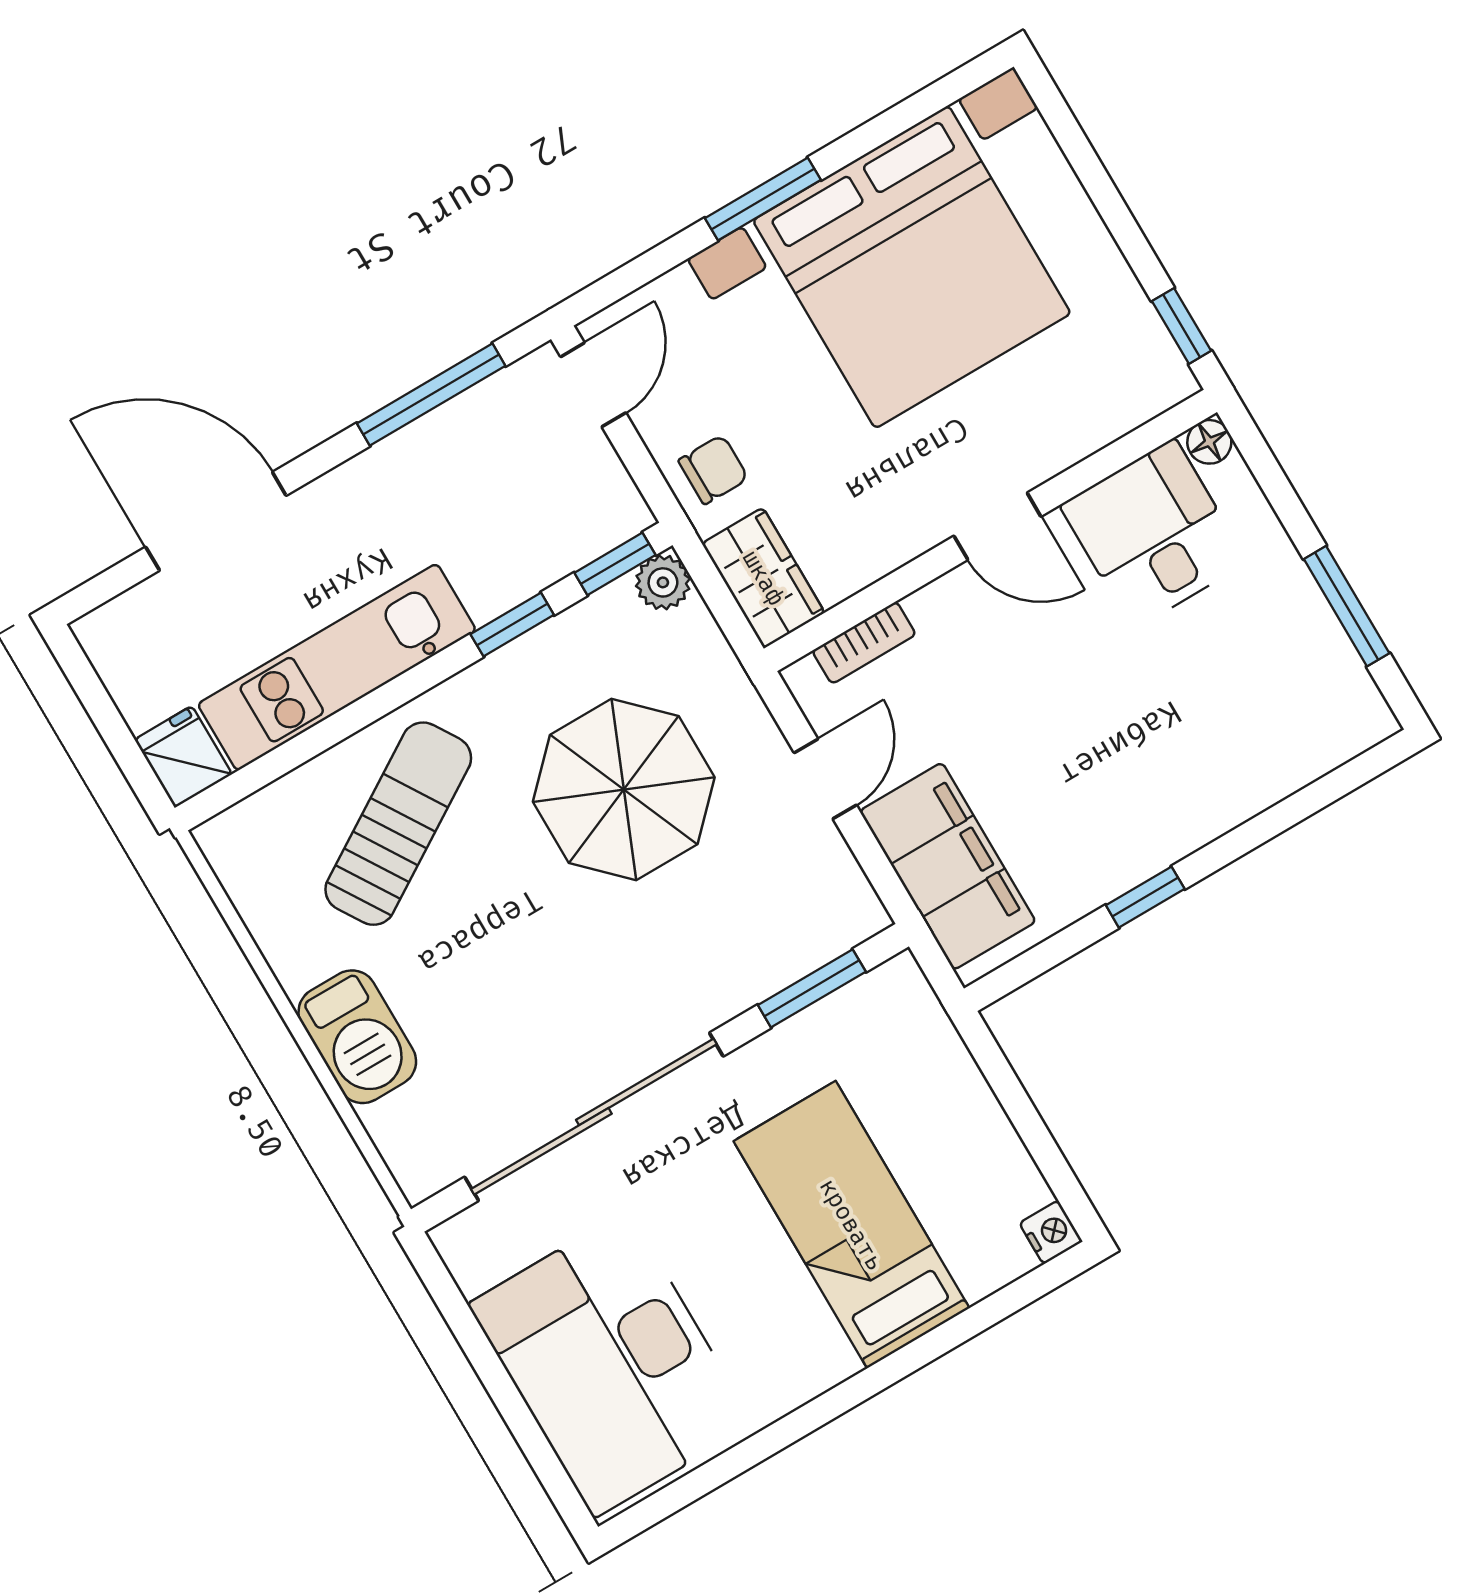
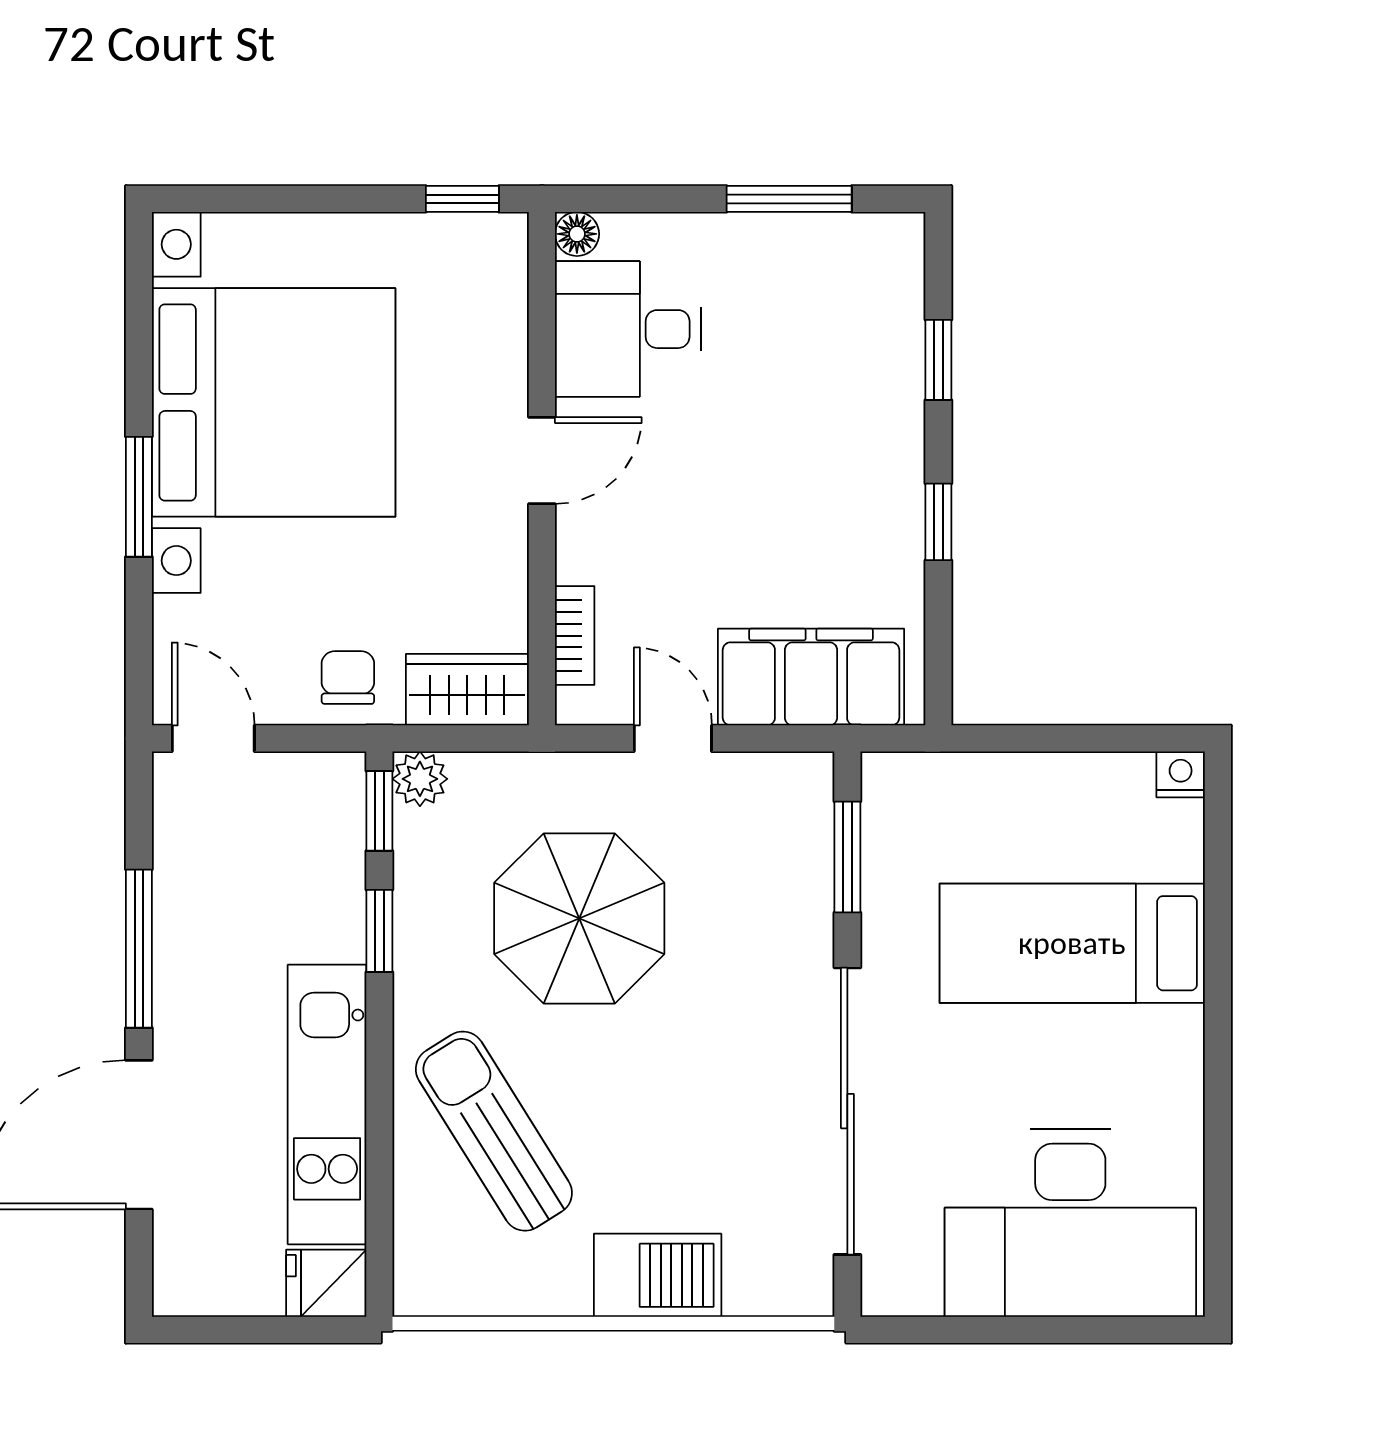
window: (431, 395) -> (139, 949), moved
window: (1284, 815) -> (938, 360), added

